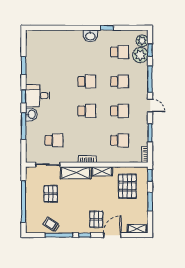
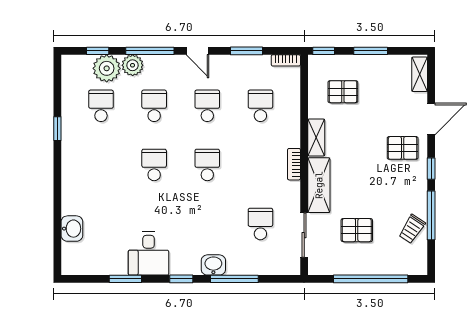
washbasin: (90, 36) -> (72, 229), moved
plant: (142, 41) -> (133, 65), moved
desk: (38, 96) -> (149, 253), moved
door: (150, 106) -> (197, 51), swing flipped
pallet: (127, 186) -> (343, 92), width x0.67, depth x0.71
door: (112, 235) -> (431, 119), swing flipped

